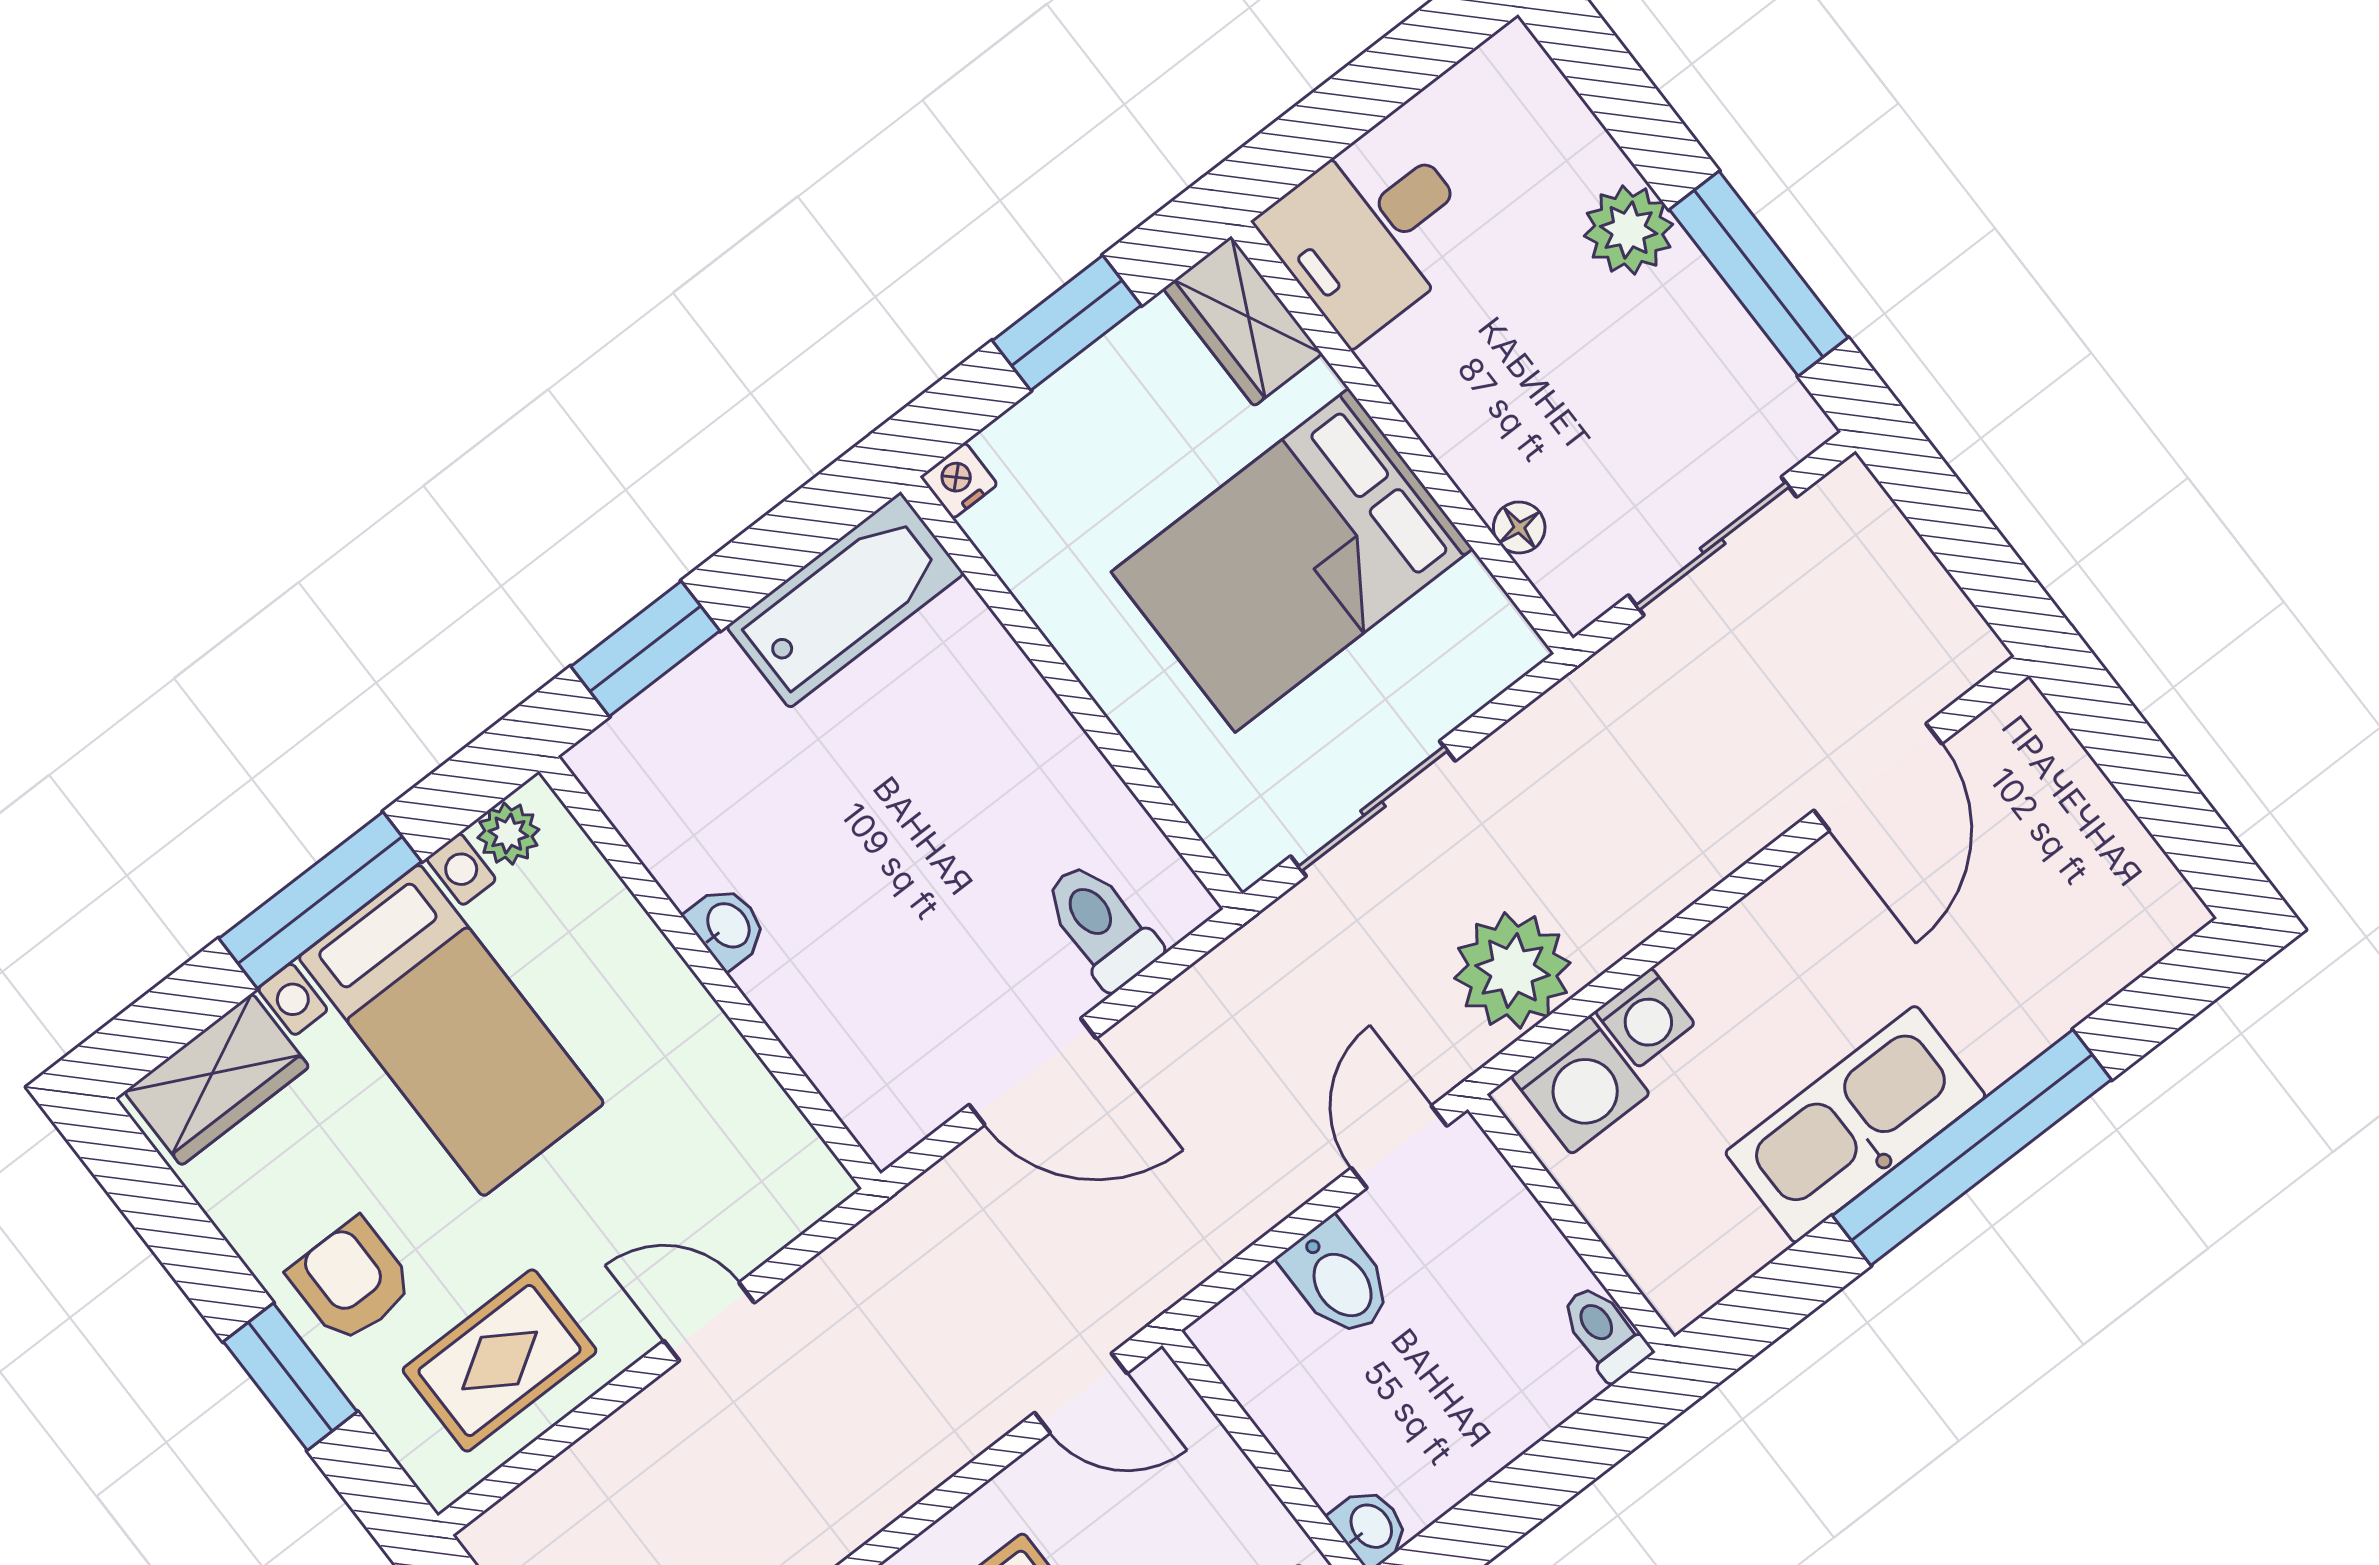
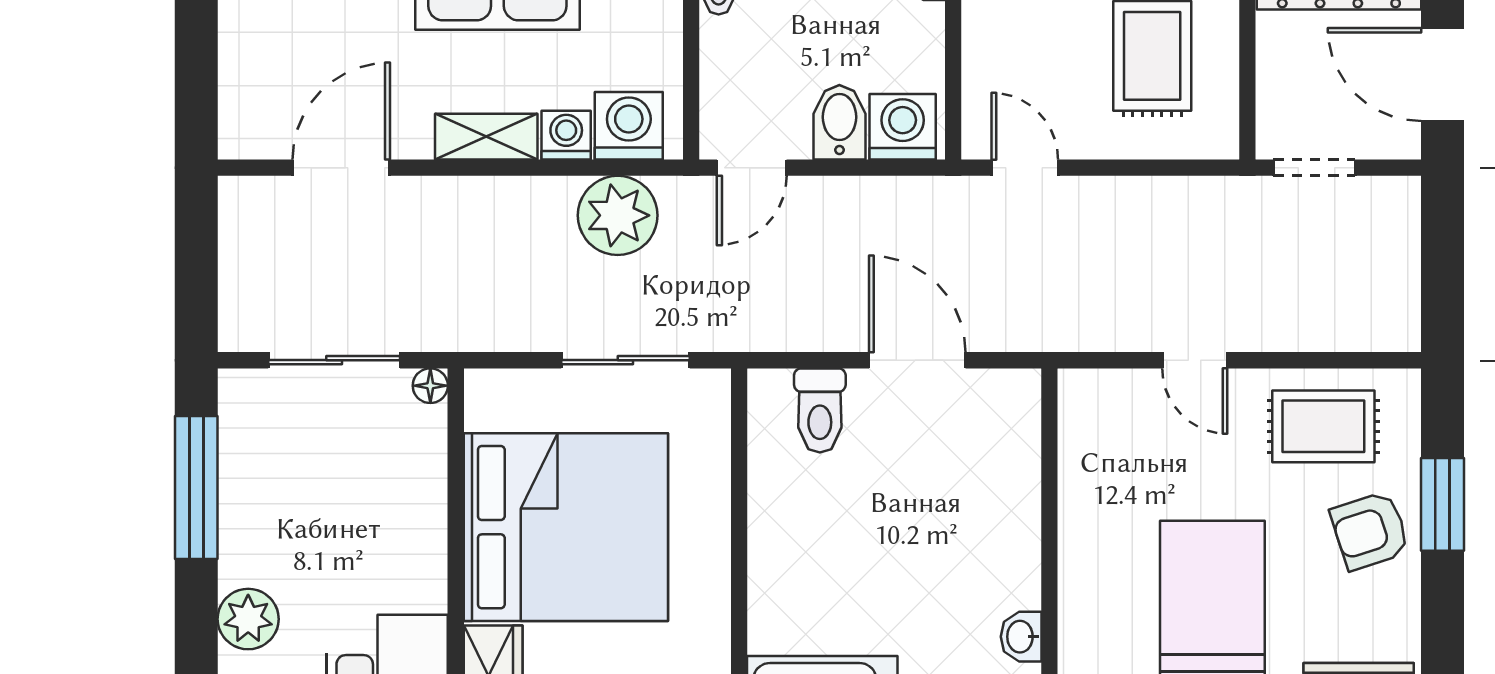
plant: (1629, 230) -> (248, 619), moved
floor lamp: (1519, 527) -> (430, 386), moved
bed: (1292, 560) -> (566, 527), width x1.36
washbasin: (727, 926) -> (1021, 637), moved
shelving: (1737, 944) -> (486, 137), added
armchair: (351, 1281) -> (1370, 531), turned 72
washing machine: (1260, 1331) -> (903, 127), added

